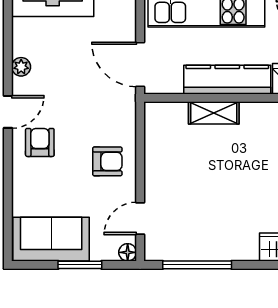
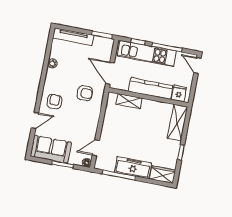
door: (8, 112) -> (35, 120), moved
shelving: (214, 113) -> (129, 101), moved
armchair: (107, 161) -> (85, 93), moved
freezer: (222, 245) -> (133, 168), added

